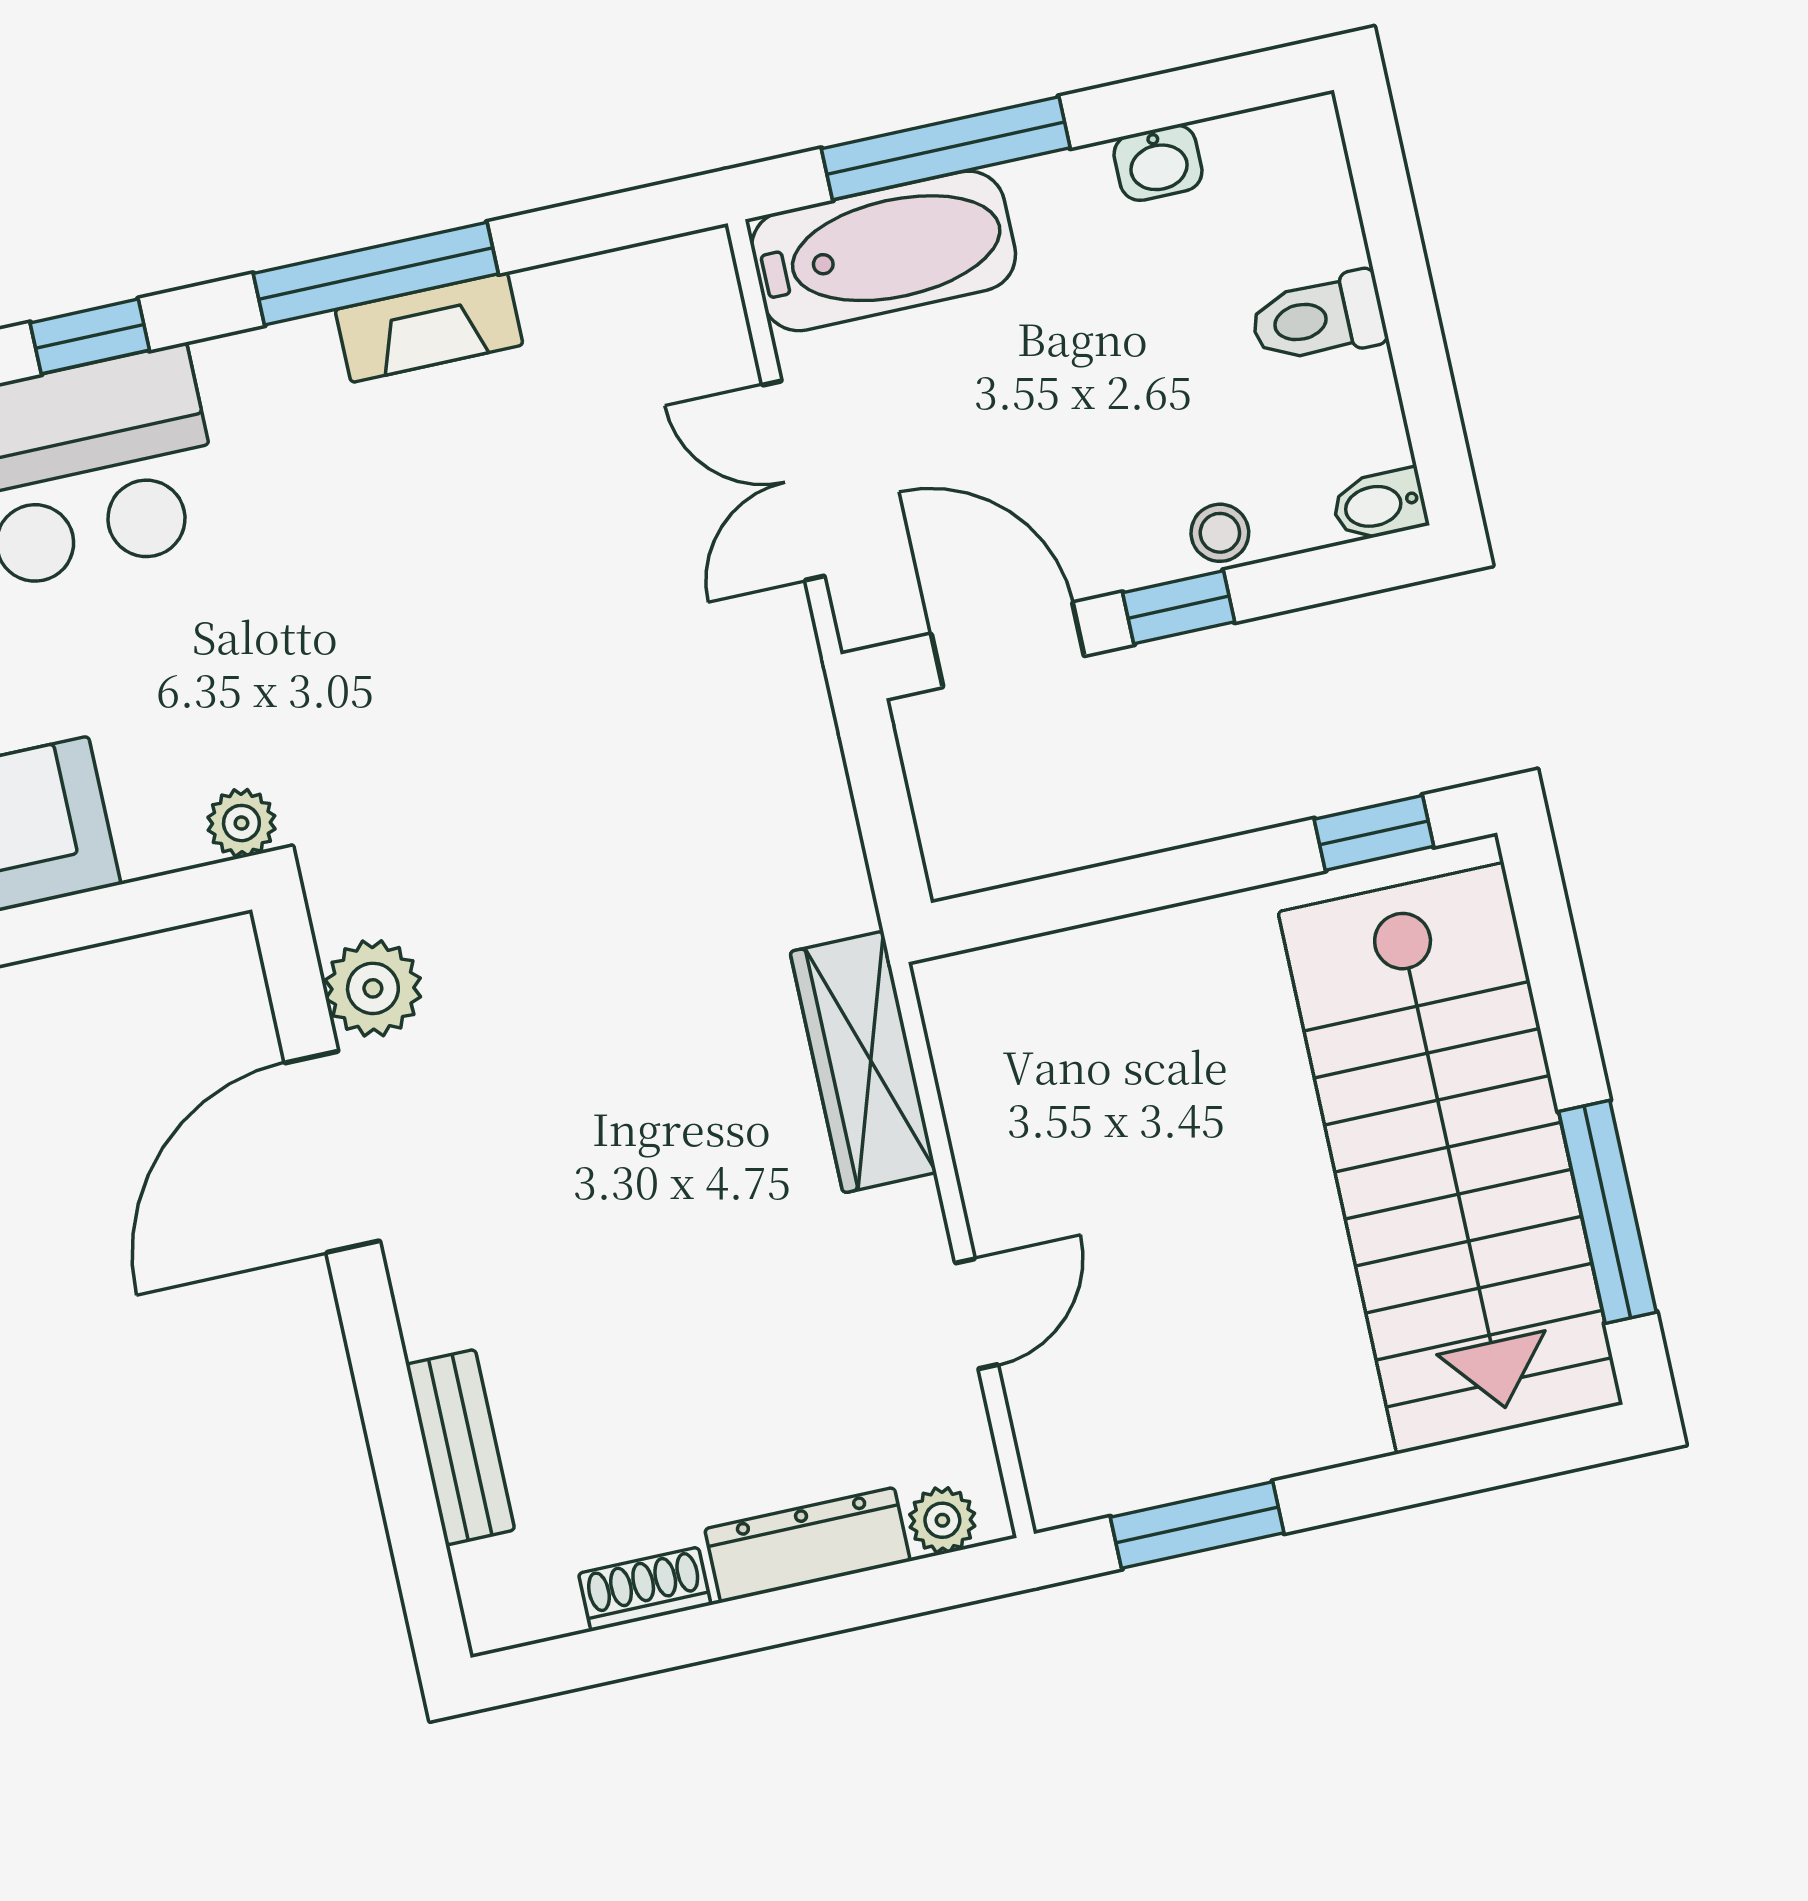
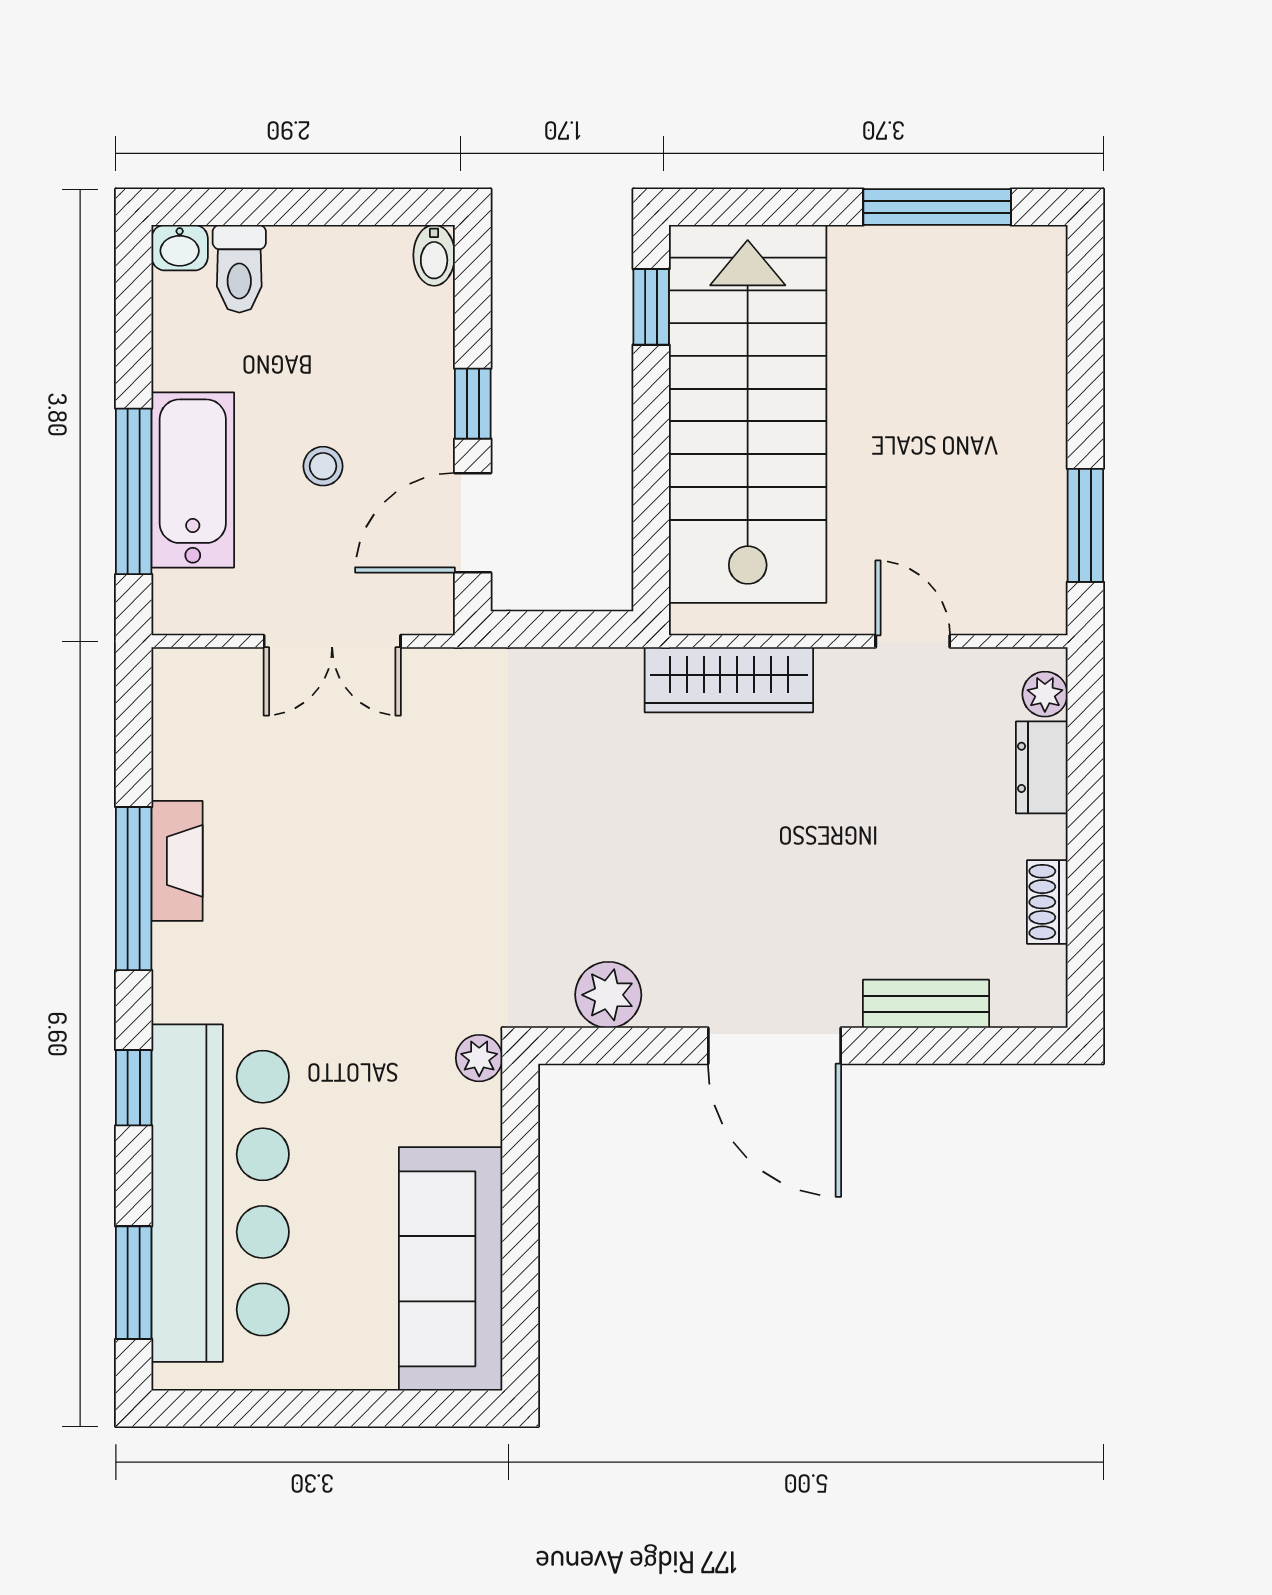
washbasin: (1158, 163) -> (180, 248), moved, turned 90
bathtub: (884, 251) -> (193, 480), moved
toilet: (1318, 318) -> (239, 269), moved
stool: (1220, 533) -> (323, 466), moved
door: (332, 1152) -> (774, 1046), moved
stairs: (1450, 1158) -> (748, 414), moved, turned -90
dresser: (807, 1545) -> (1042, 767), width x0.70

